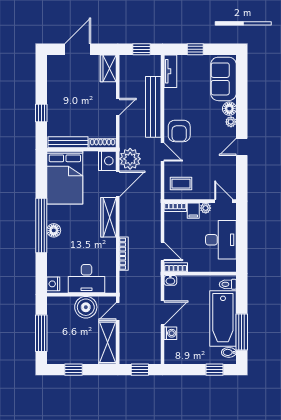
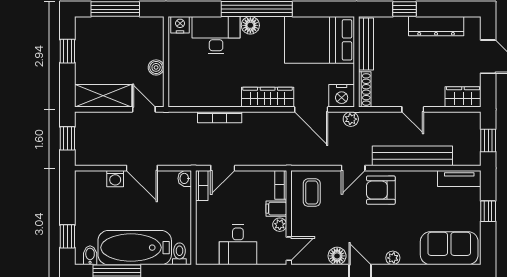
dresser: (54, 89) -> (436, 26), added
floor lamp: (229, 109) -> (337, 256), moved
plant: (130, 159) -> (351, 119), width x0.53, depth x0.53
desk: (221, 240) -> (238, 245), width x0.73
desk: (86, 279) -> (216, 35), moved, turned 90
boiler: (86, 307) -> (156, 67), width x0.54, depth x0.54

